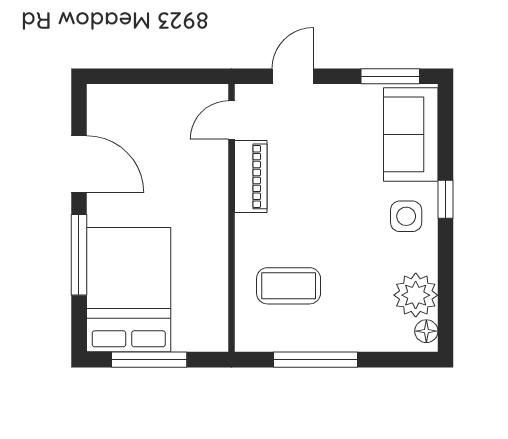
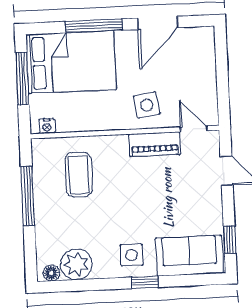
window: (390, 76) -> (230, 239), width x0.67
side table: (195, 185) -> (147, 105), added
nightstand: (218, 328) -> (47, 126), added

